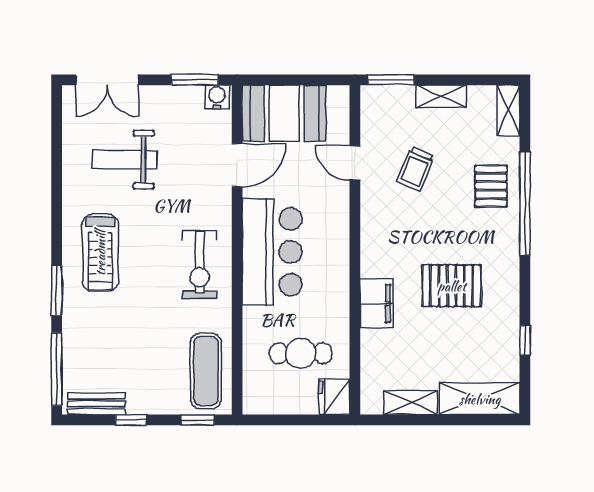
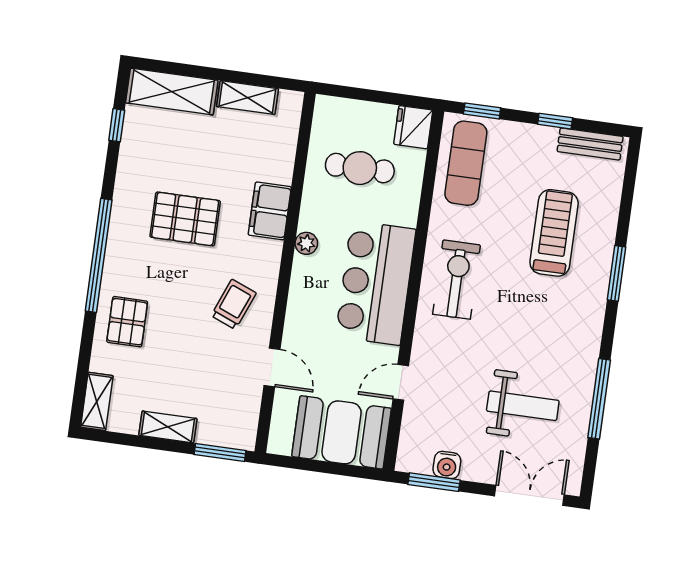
water cooler: (217, 97) -> (447, 465), moved
door: (237, 165) -> (401, 382), width x0.73
trolley: (416, 169) -> (234, 304), moved
window: (525, 204) -> (99, 255), moved
treadmill: (100, 253) -> (554, 233), moved
plant: (339, 279) -> (306, 243), added
window: (525, 340) -> (117, 125), moved
window: (57, 369) -> (599, 399), moved
fridge: (334, 397) -> (413, 127), moved, turned 180

